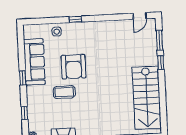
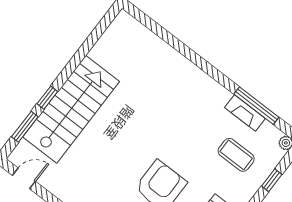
coffee table: (64, 92) -> (236, 155), moved
stairs: (147, 98) -> (71, 109), moved

